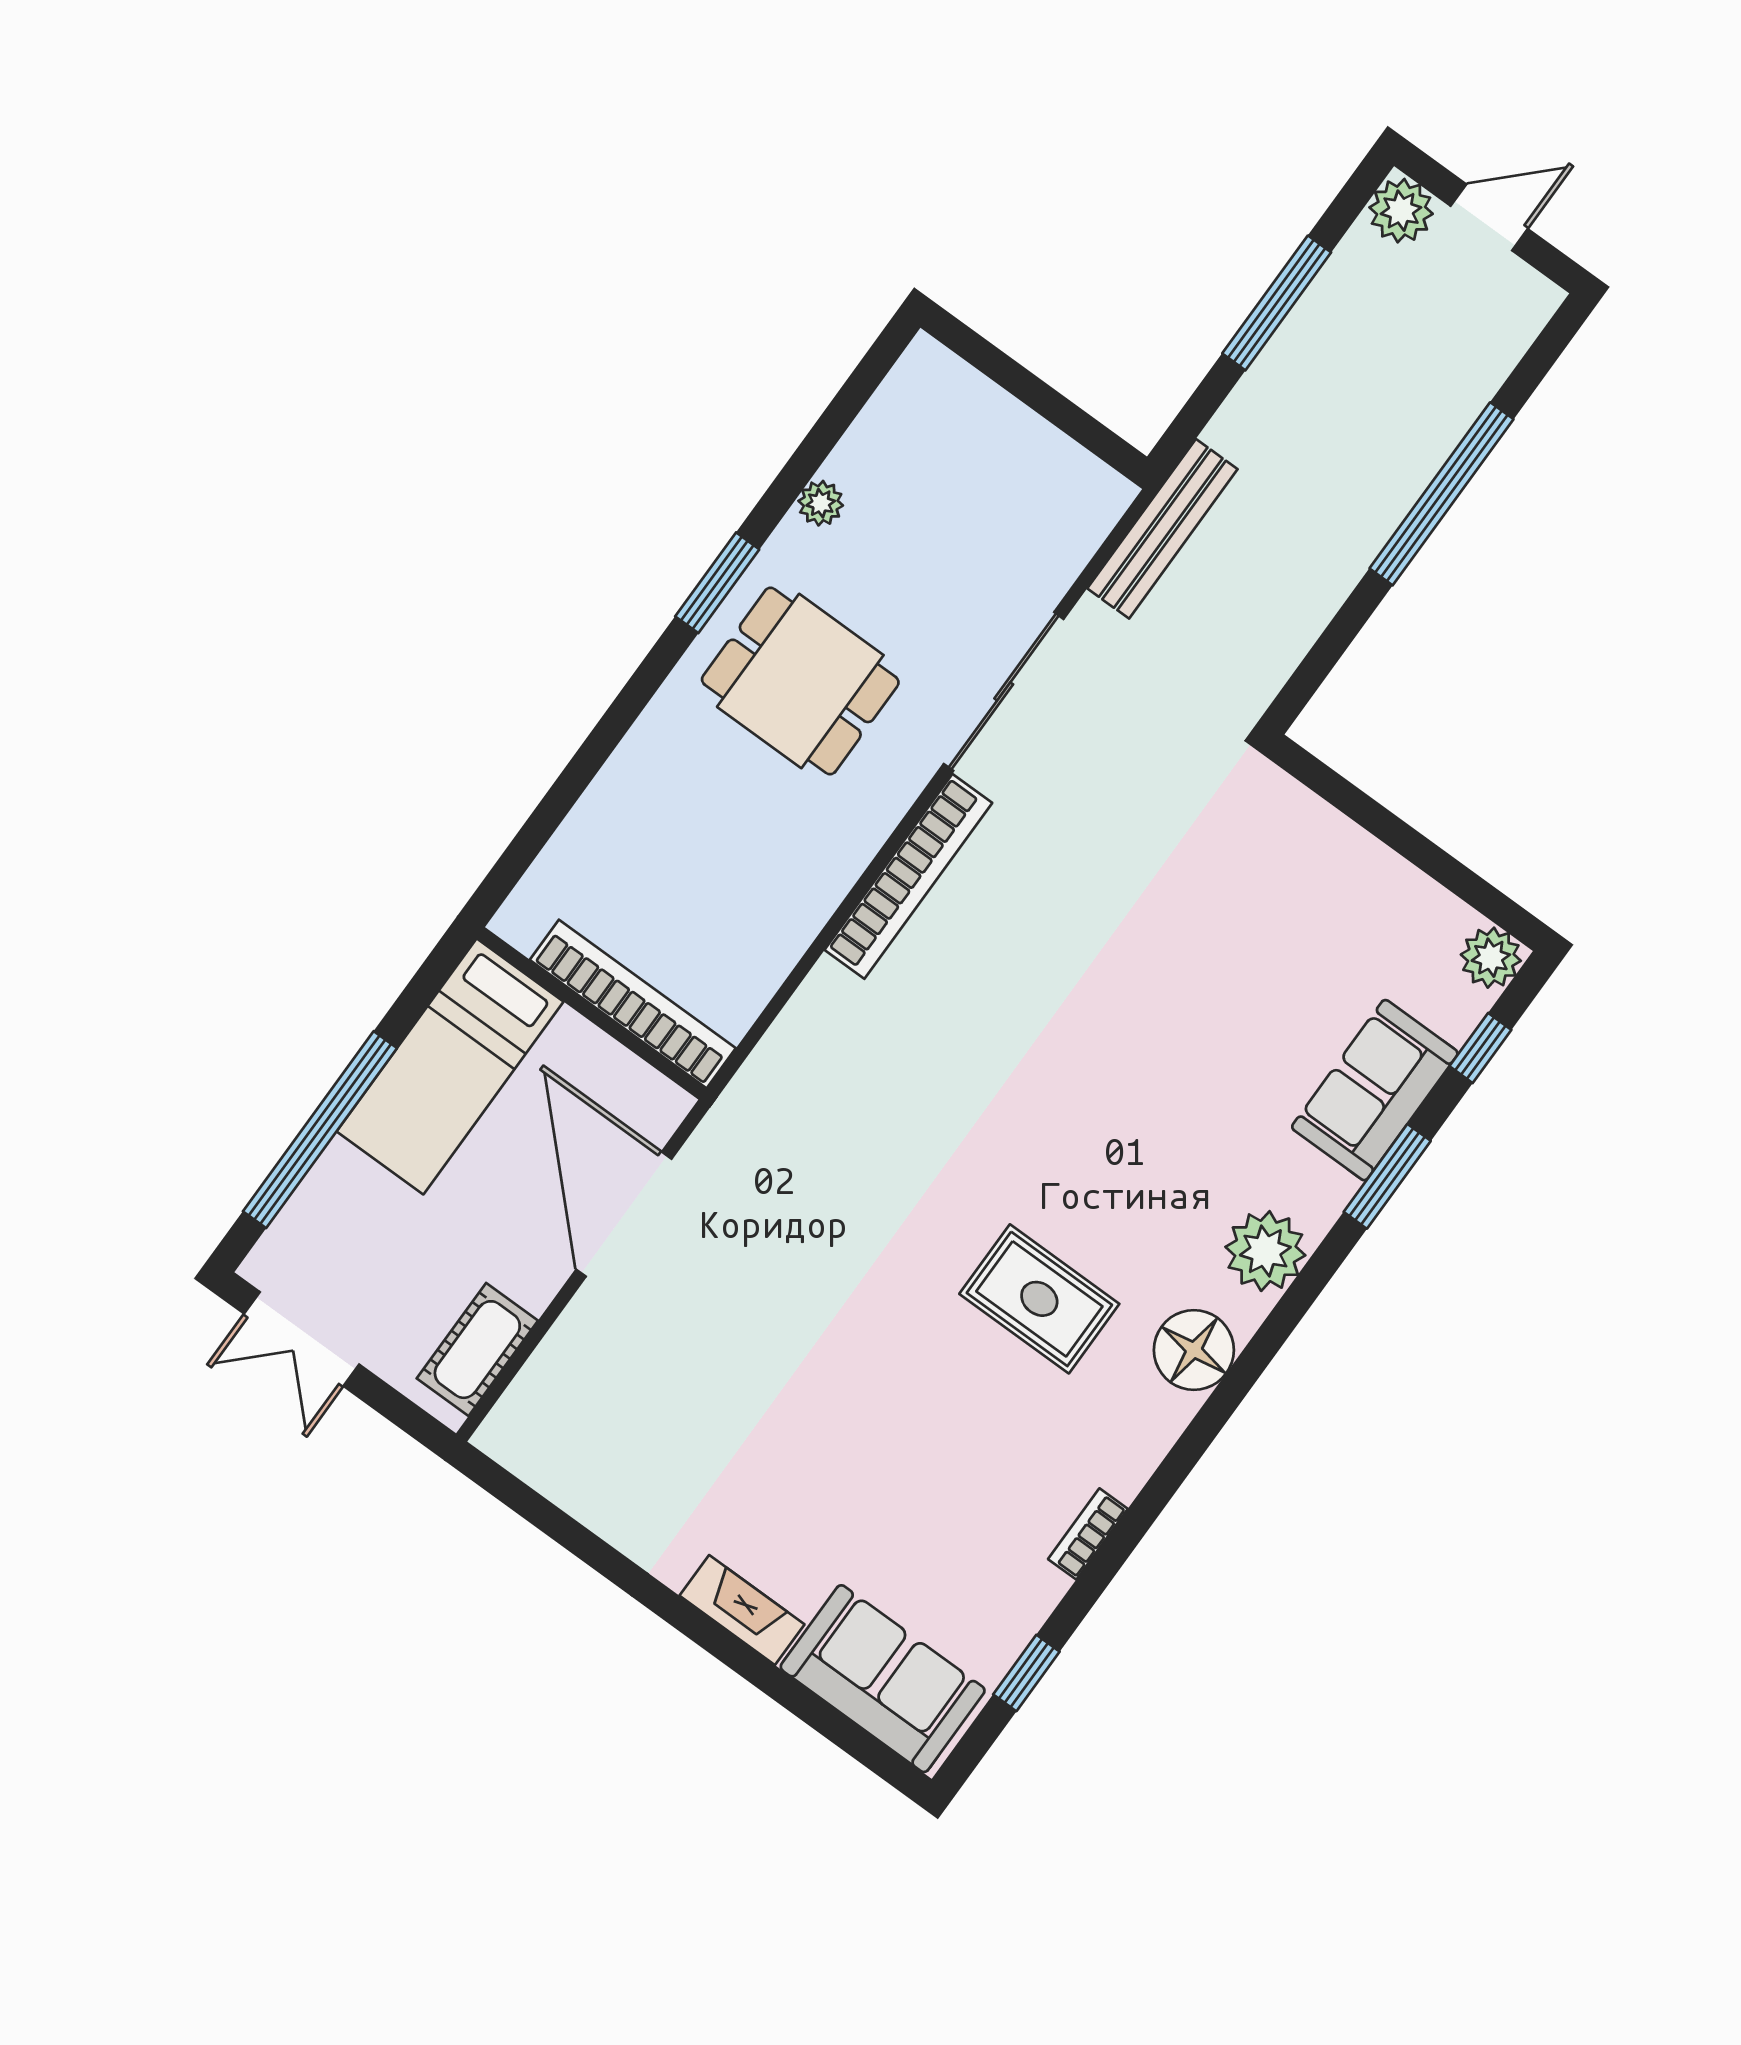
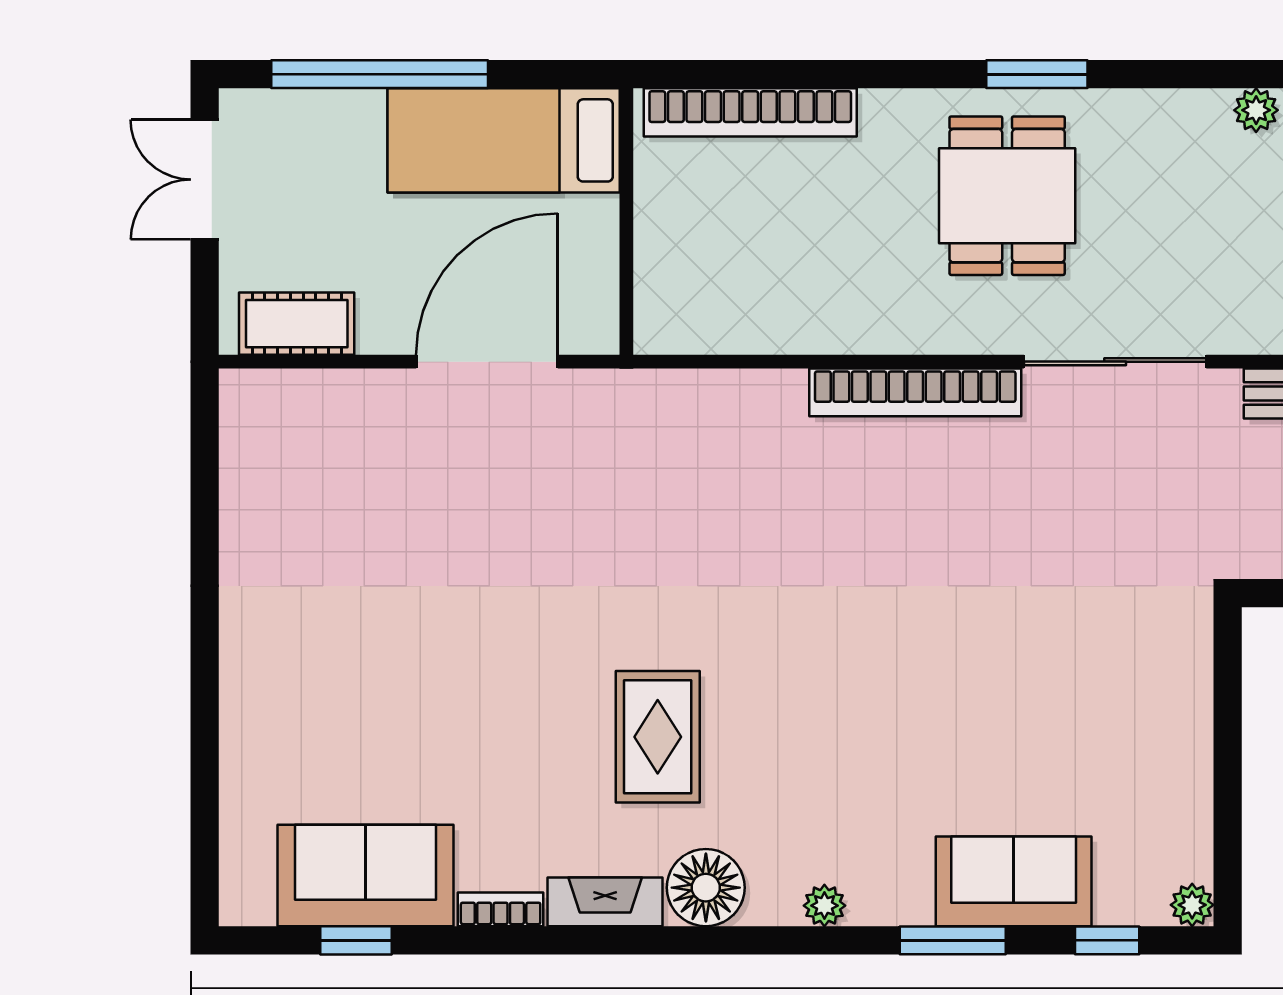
plant: (821, 503) -> (1256, 110), moved
plant: (1491, 958) -> (1192, 905), width x0.73, depth x0.73
bookcase: (633, 1004) -> (750, 112), moved, turned 90
plant: (1265, 1251) -> (824, 906), width x0.53, depth x0.53
fireplace: (742, 1610) -> (605, 902), moved, turned -90
sofa: (883, 1679) -> (366, 876), moved, turned -90

